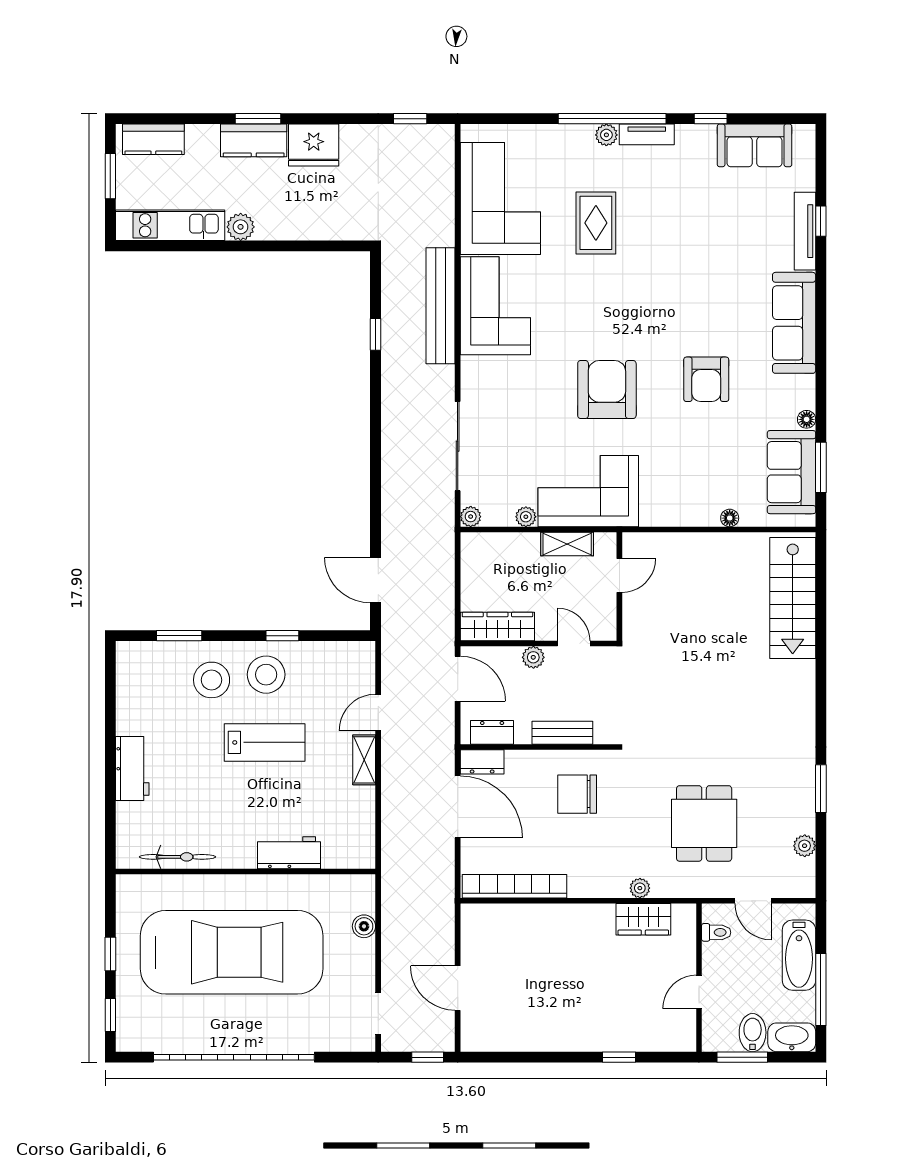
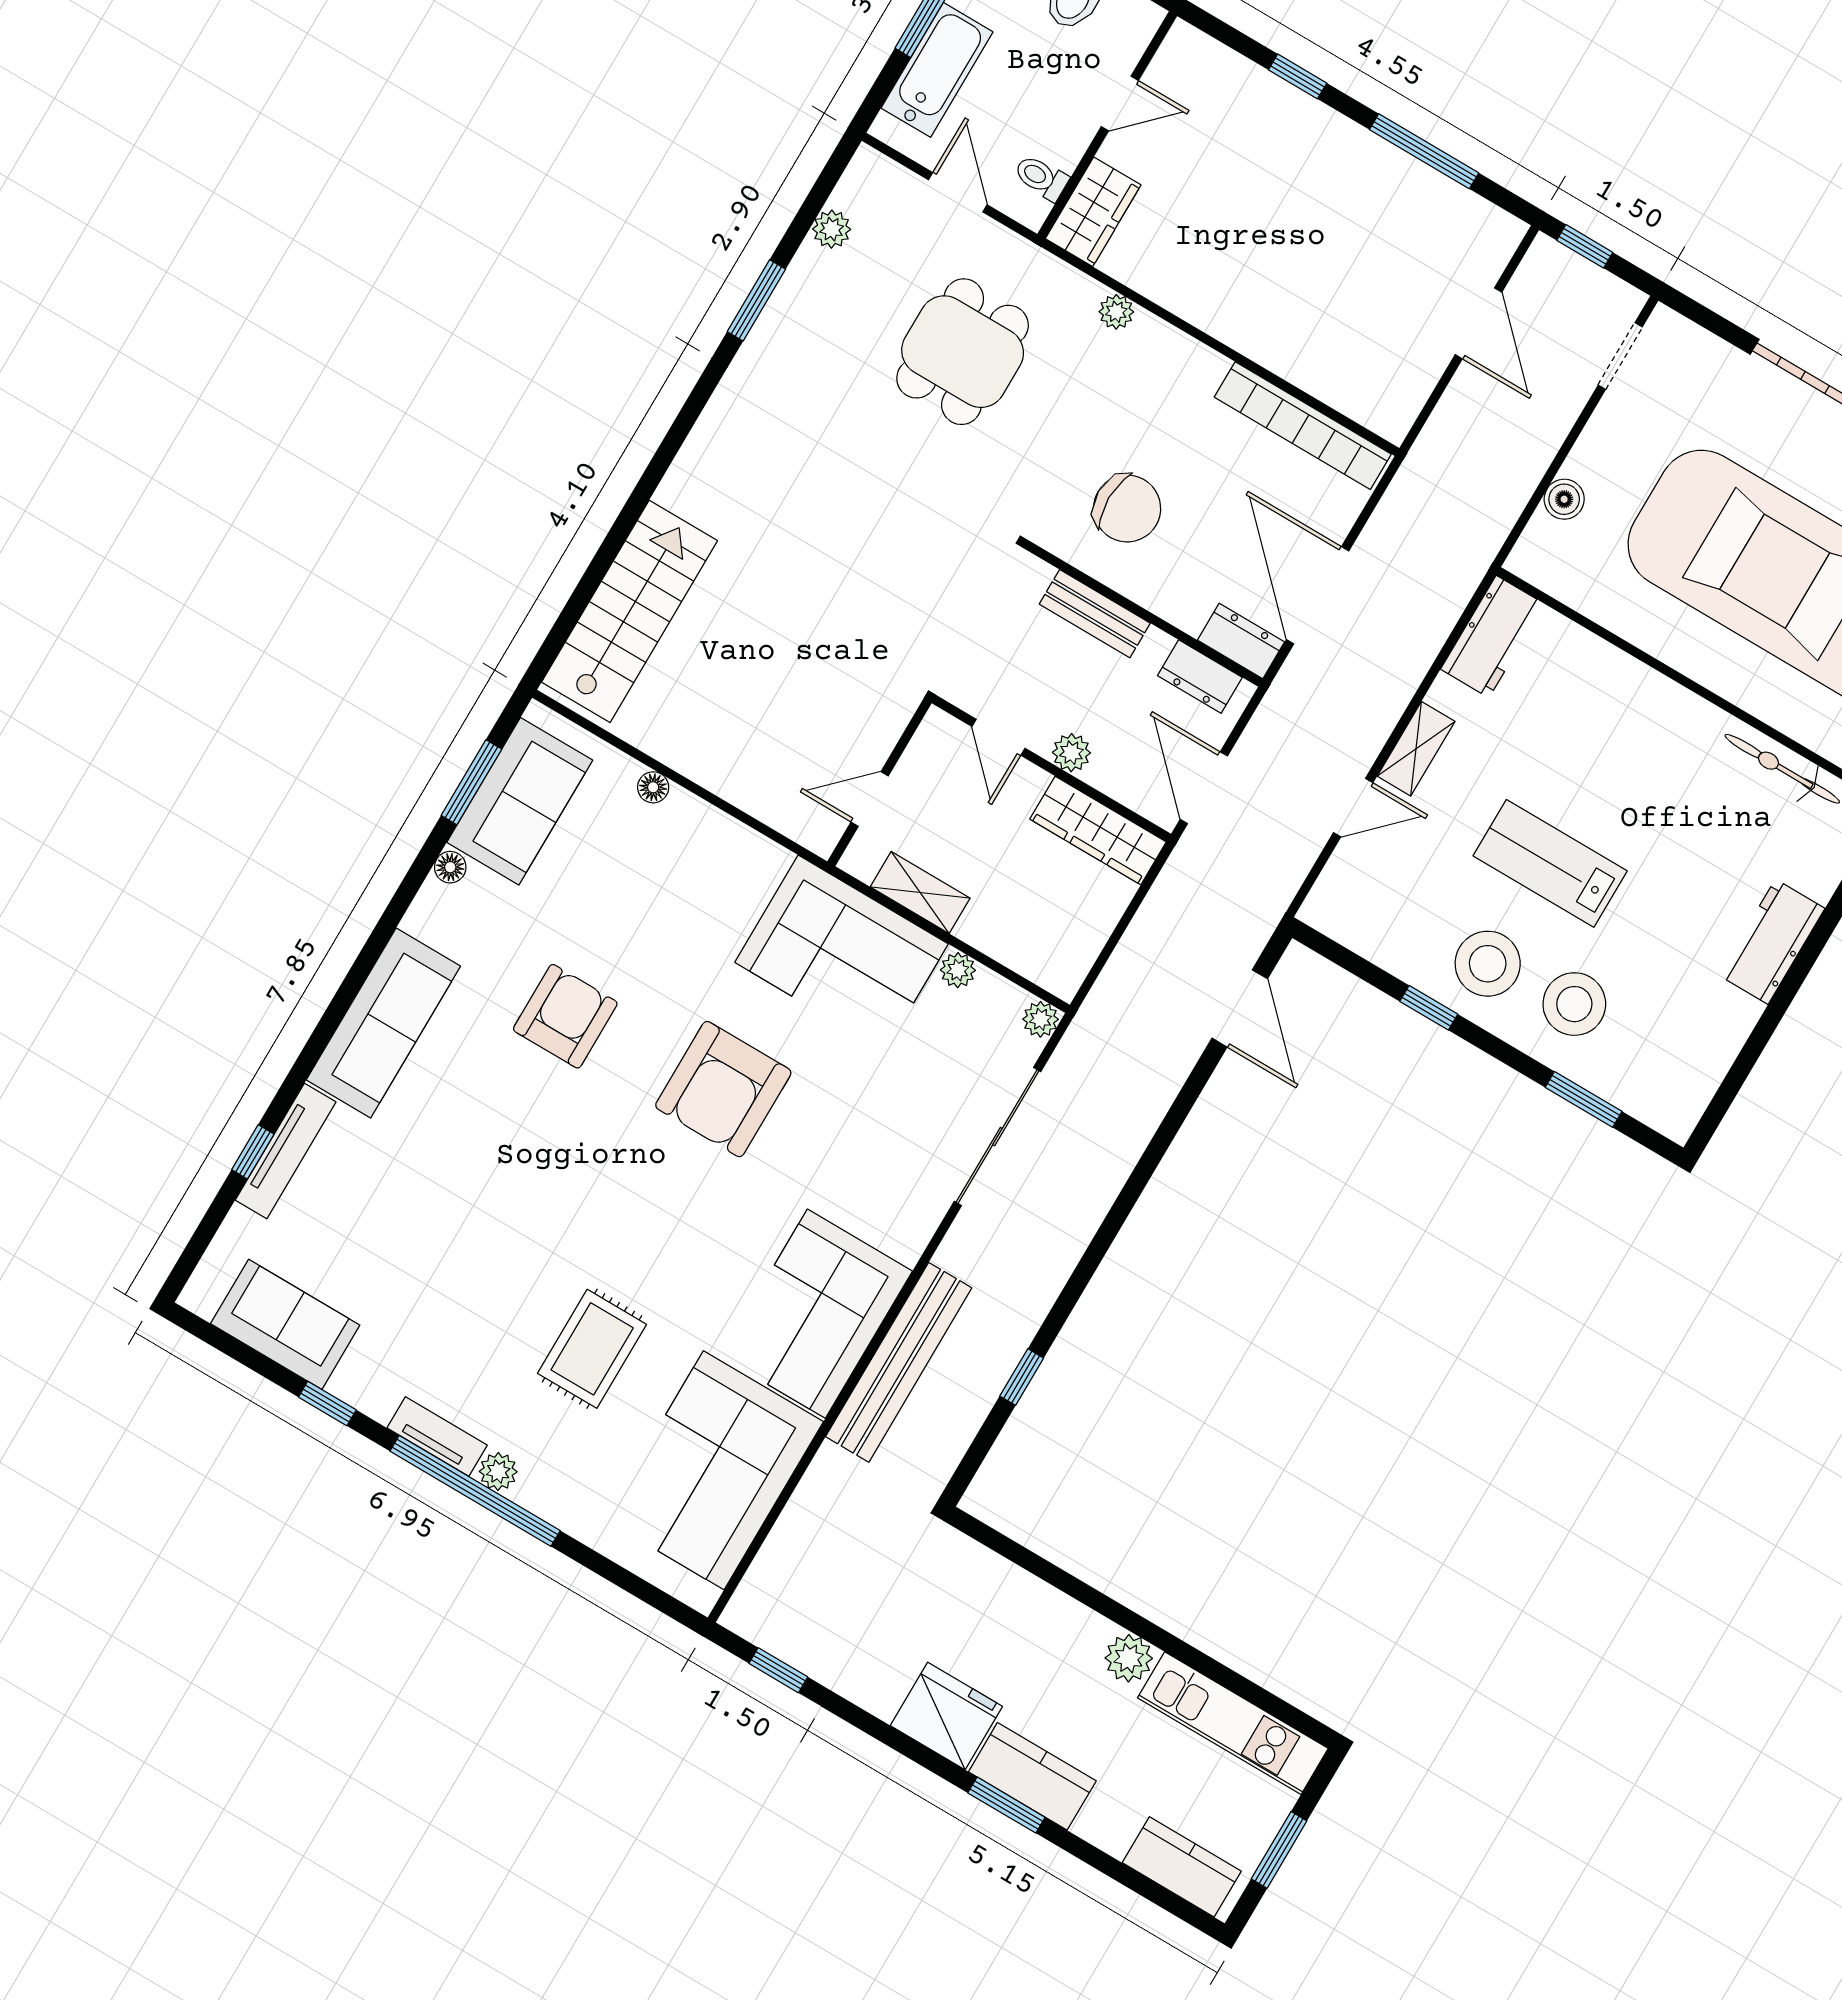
workbench: (289, 853) -> (1493, 637), moved, turned -90
wardrobe: (643, 919) -> (1093, 212), moved, turned 90
window: (535, 1057) -> (1424, 151), added

